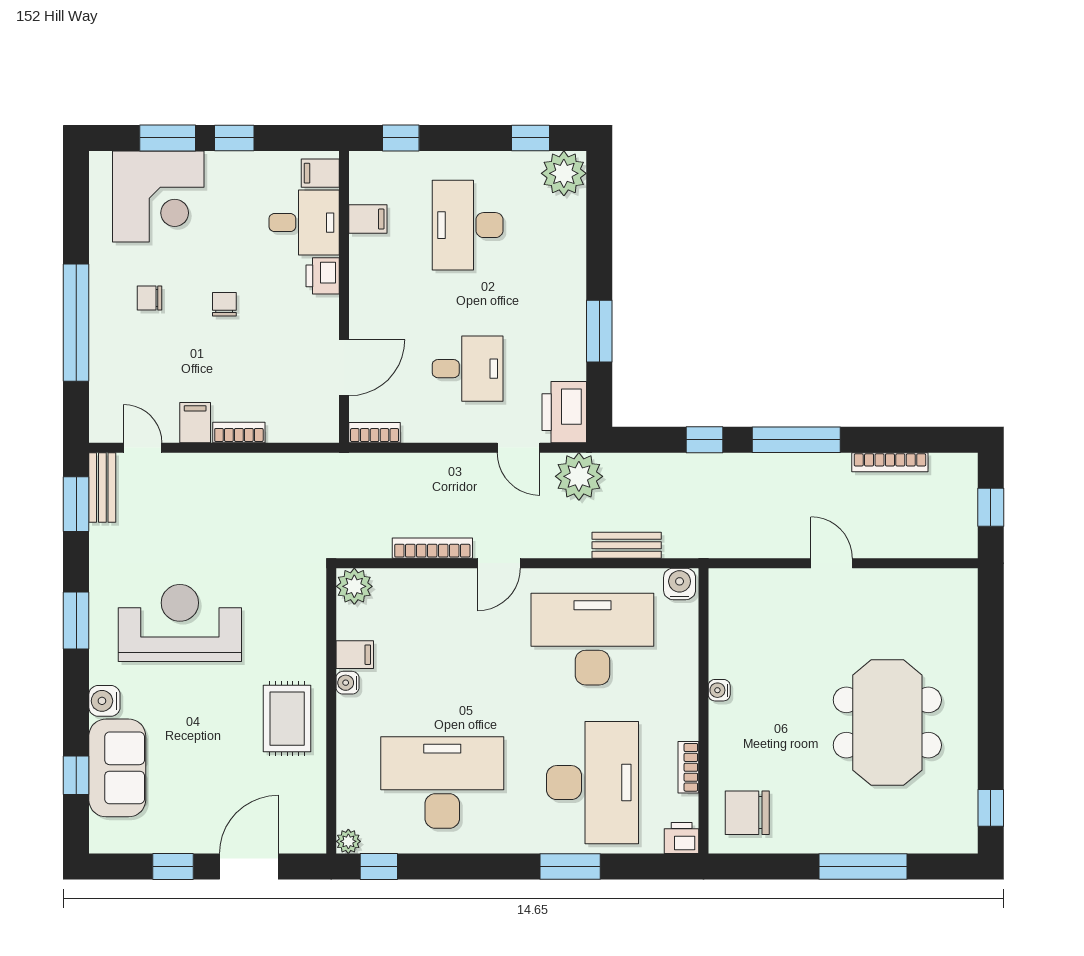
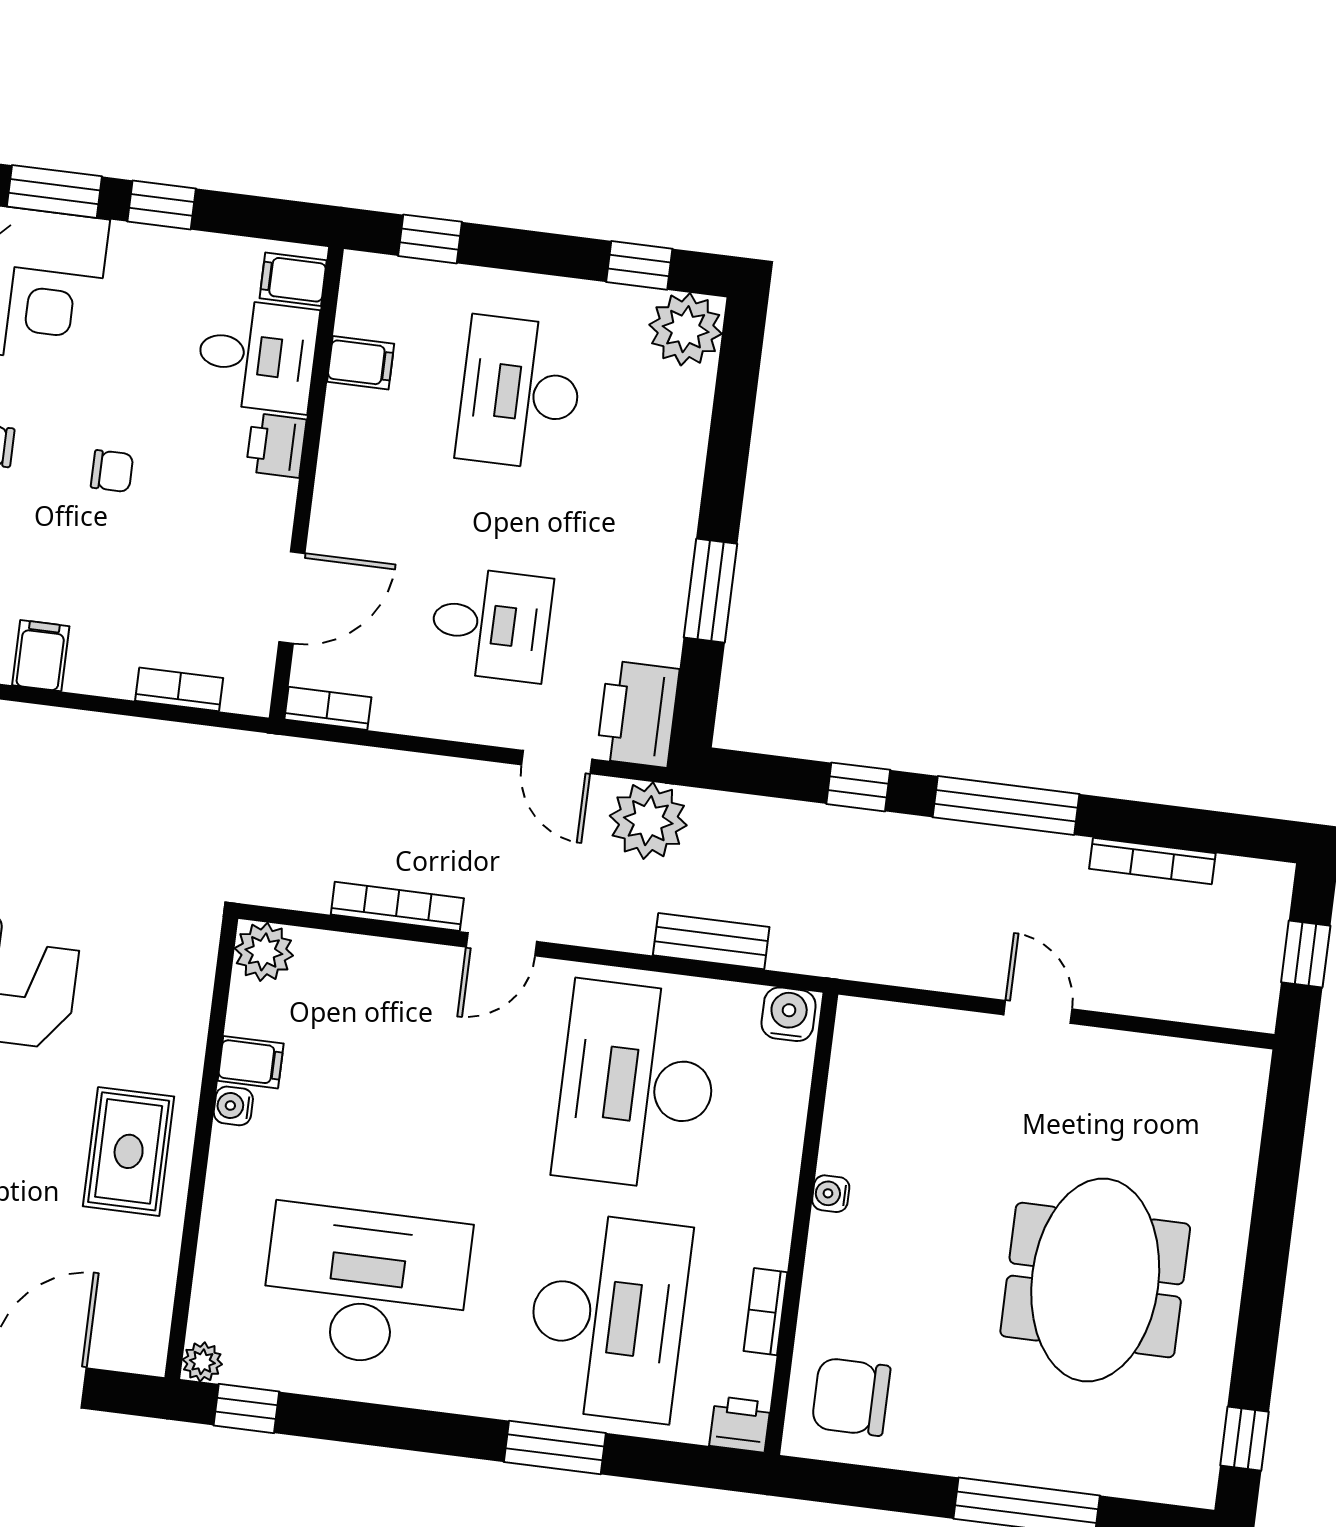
chair: (224, 304) -> (112, 471), turned 90
bookcase: (239, 432) -> (179, 689), moved
desk: (592, 639) -> (637, 1086), turned -90

